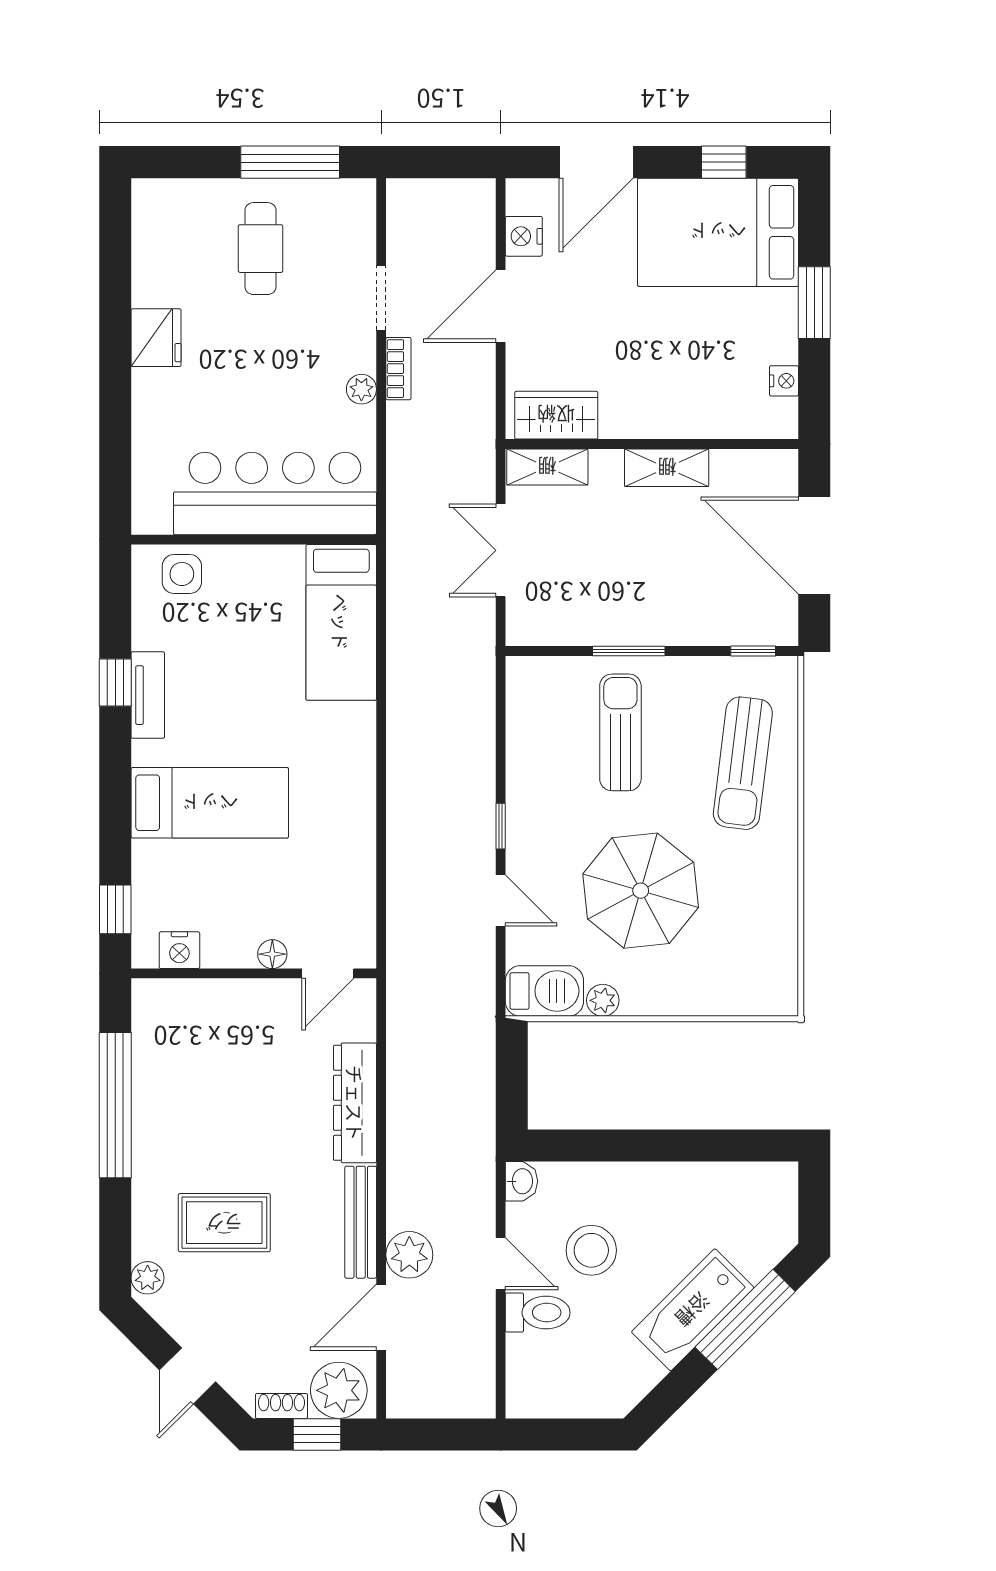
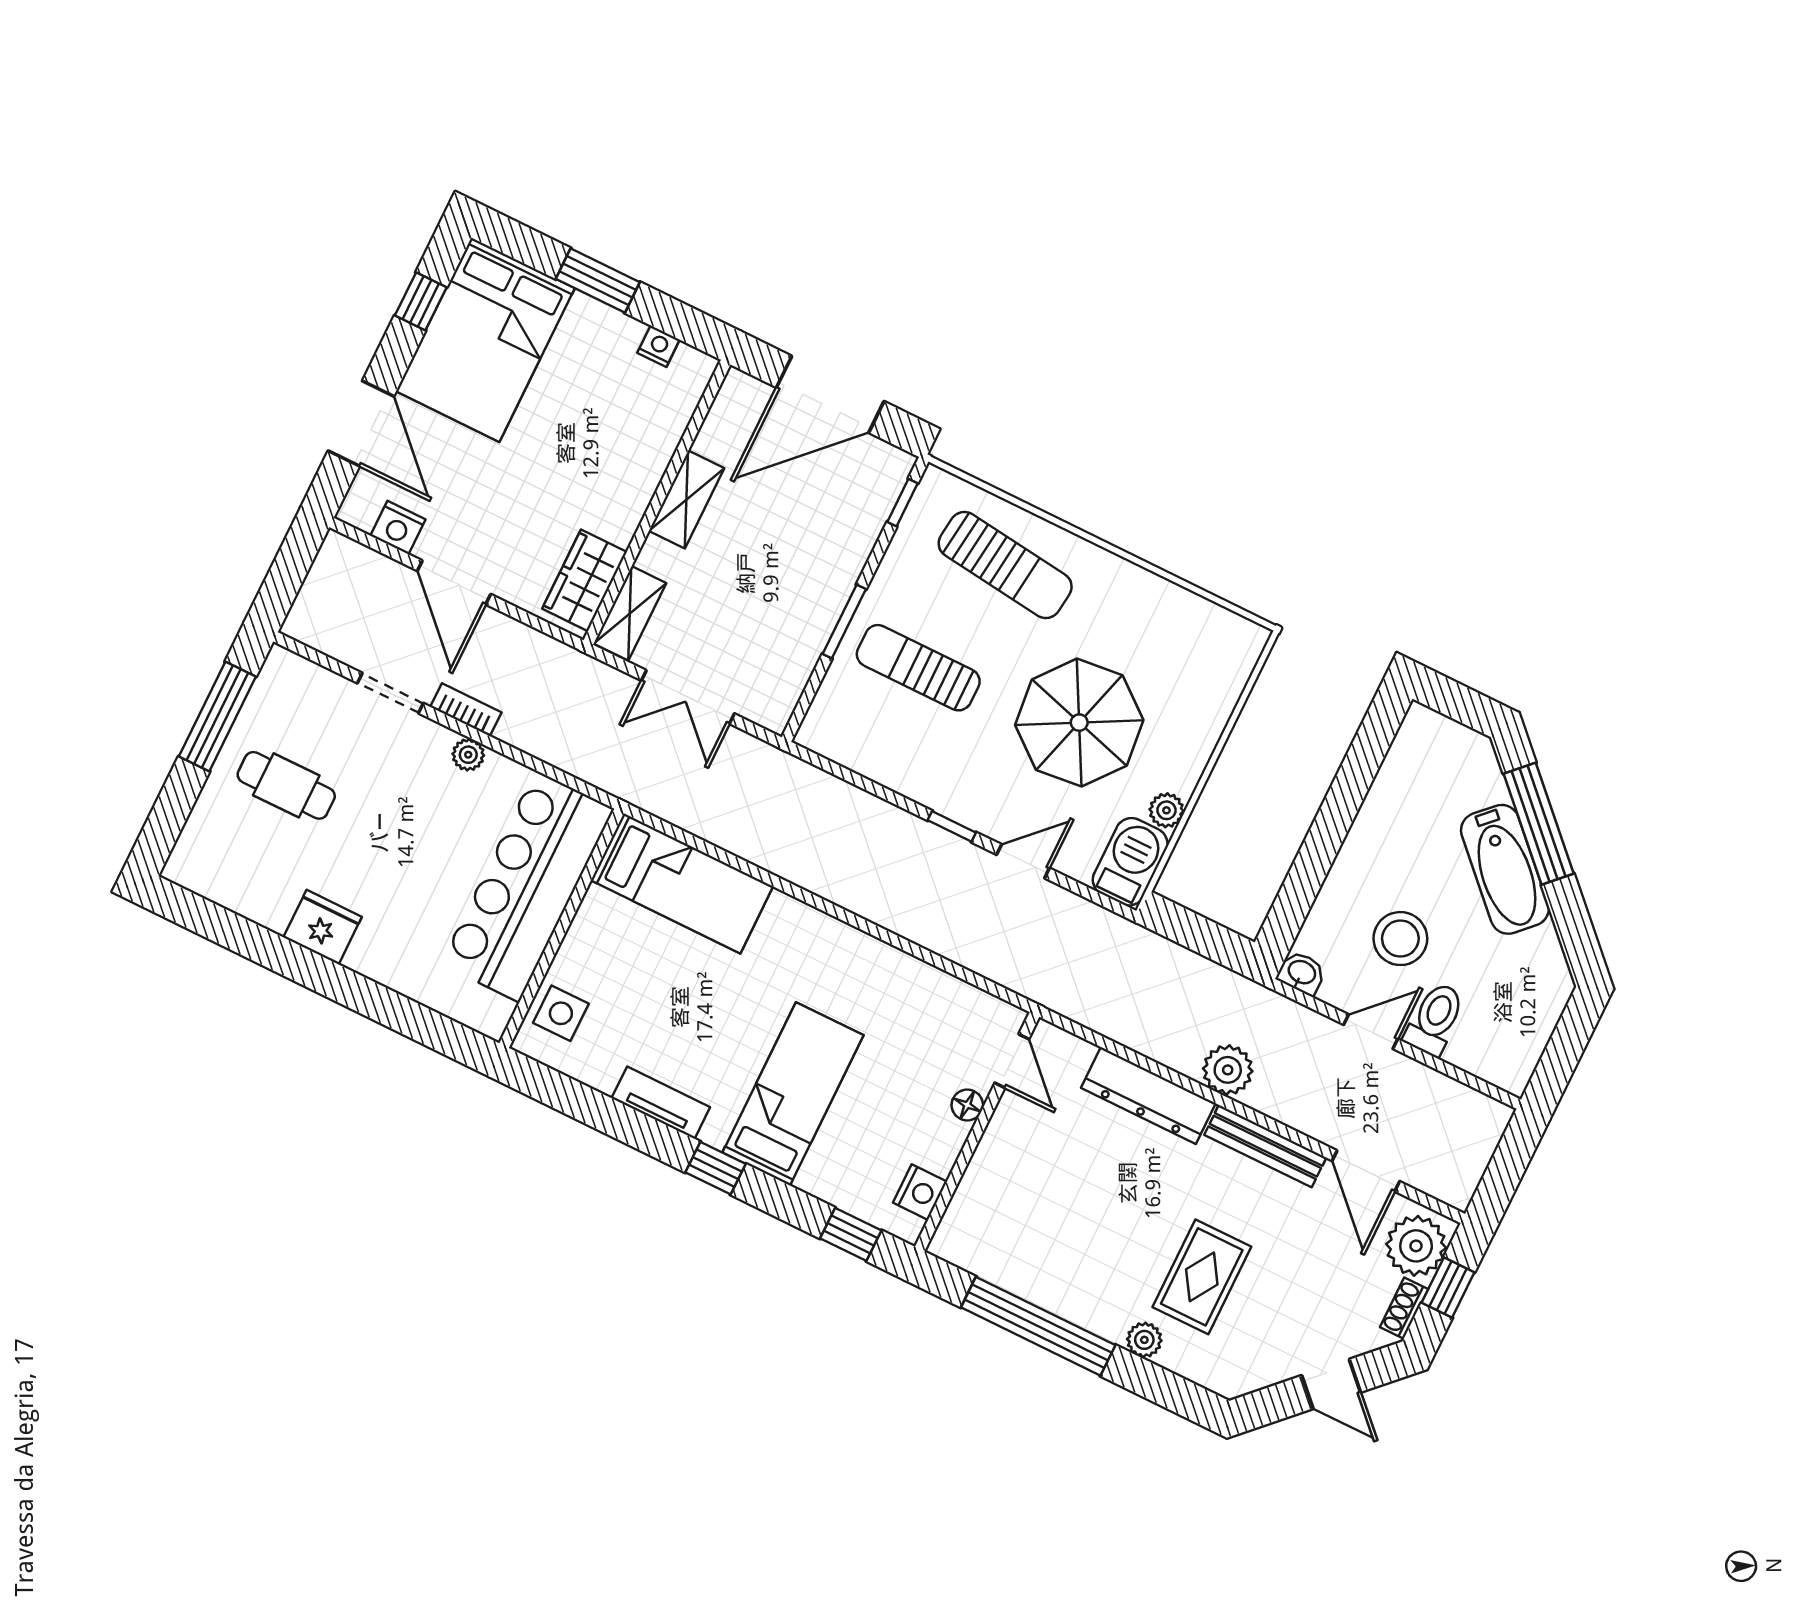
window: (115, 682) -> (715, 1168), moved
plant: (409, 1255) -> (1228, 1070), moved
plant: (148, 1278) -> (1144, 1340), moved

